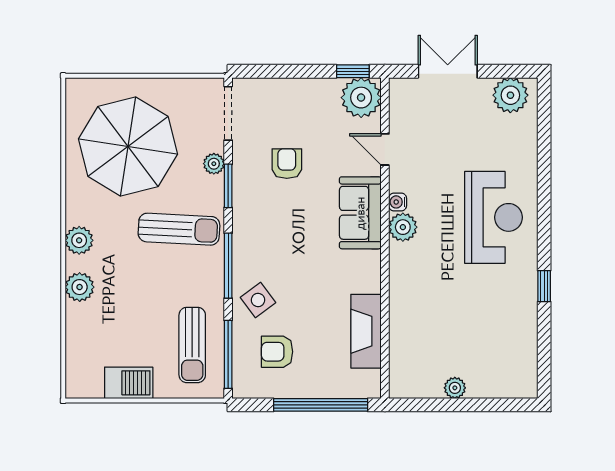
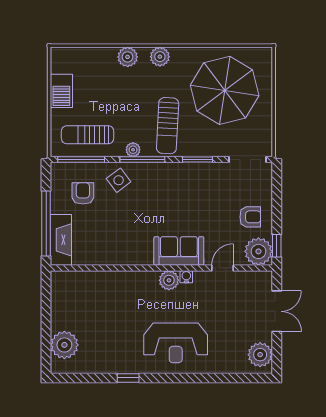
plant: (214, 164) -> (133, 150), moved
armchair: (287, 164) -> (250, 217), moved
fireplace: (366, 331) -> (61, 240), moved, turned 90
plant: (455, 388) -> (64, 345), moved, width x1.88, depth x1.88

